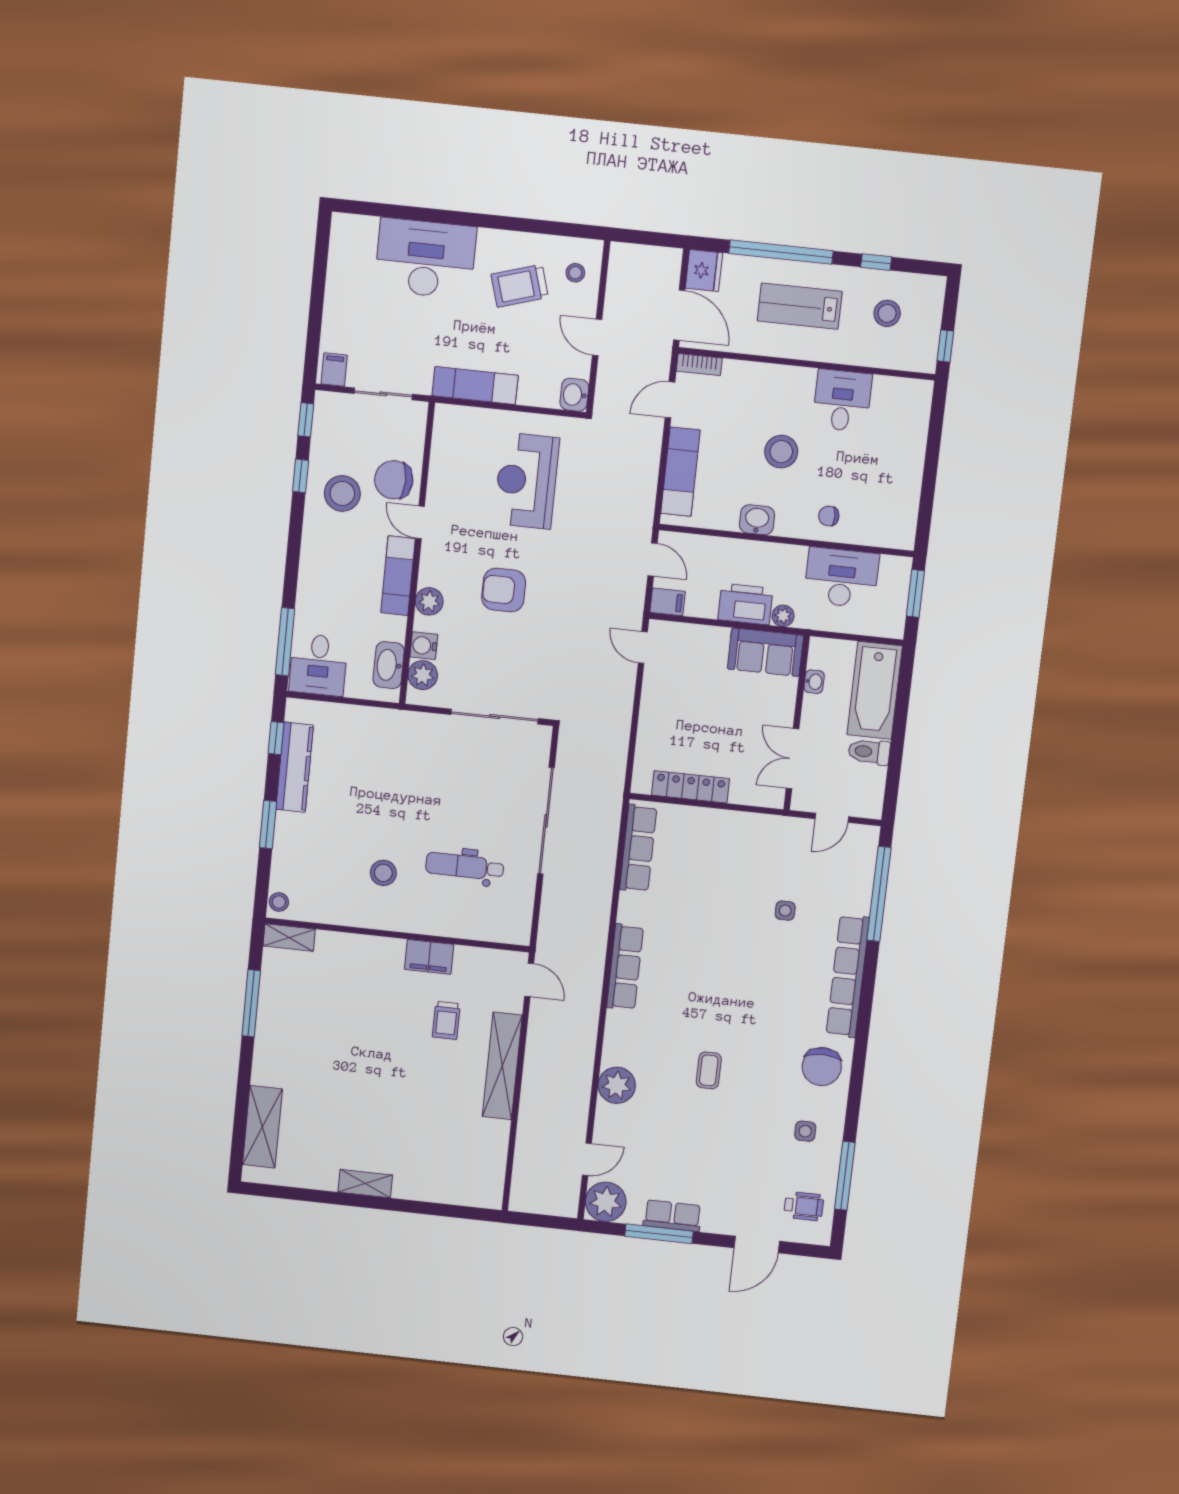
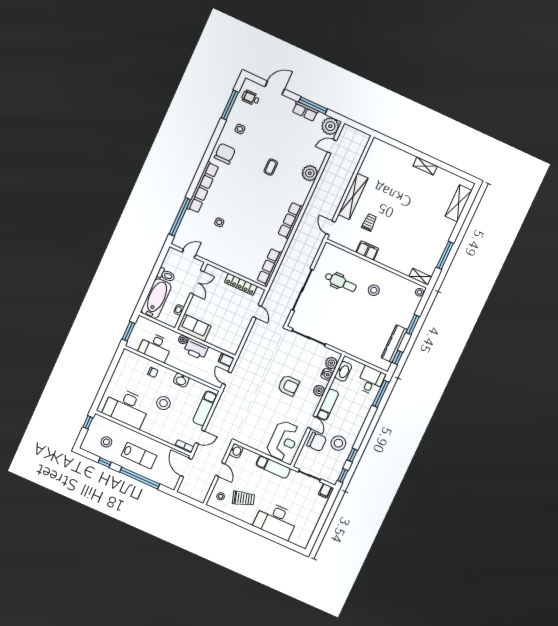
fridge: (704, 271) -> (171, 481), removed
desk: (842, 401) -> (127, 408), width x1.87, depth x1.30
reception desk: (526, 481) -> (283, 441), moved
door: (643, 648) -> (257, 311), moved

